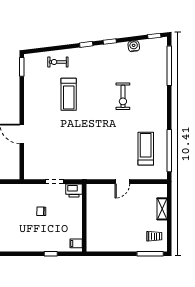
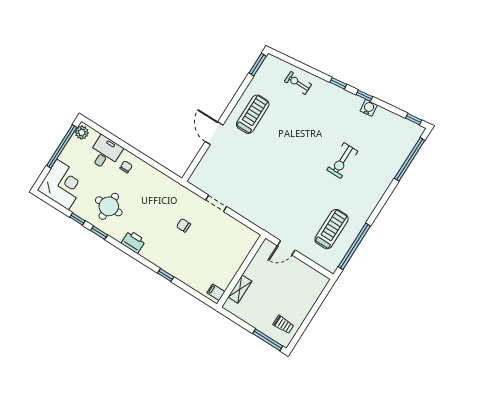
water cooler: (134, 46) -> (369, 108), moved
treadmill: (69, 94) -> (253, 114), moved, turned 180
printer: (74, 190) -> (133, 242), moved, turned 180
shelving: (162, 209) -> (240, 289), moved
wall: (84, 218) -> (241, 271), moved
filing cabinet: (76, 243) -> (216, 292), moved

